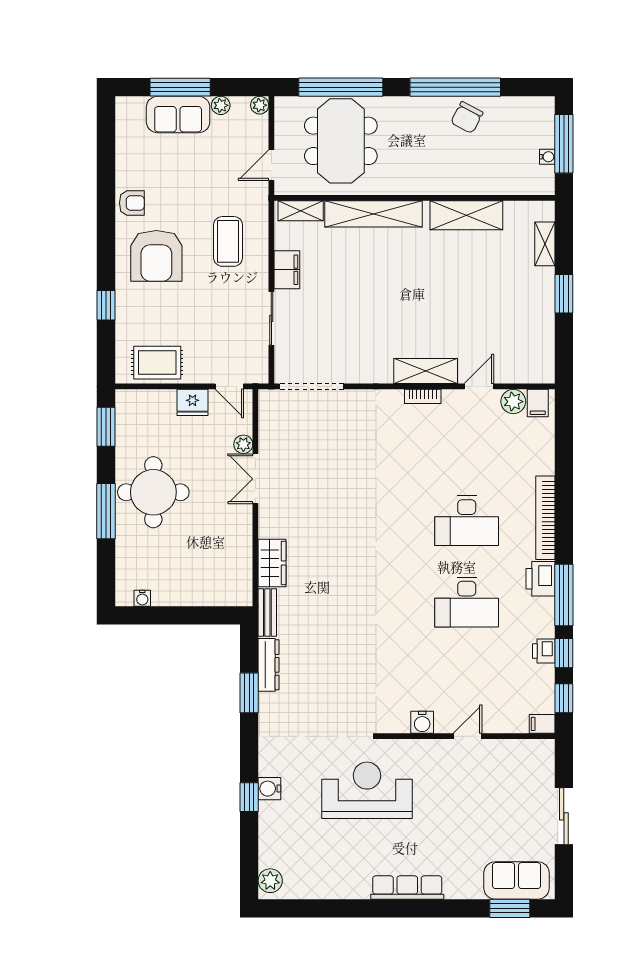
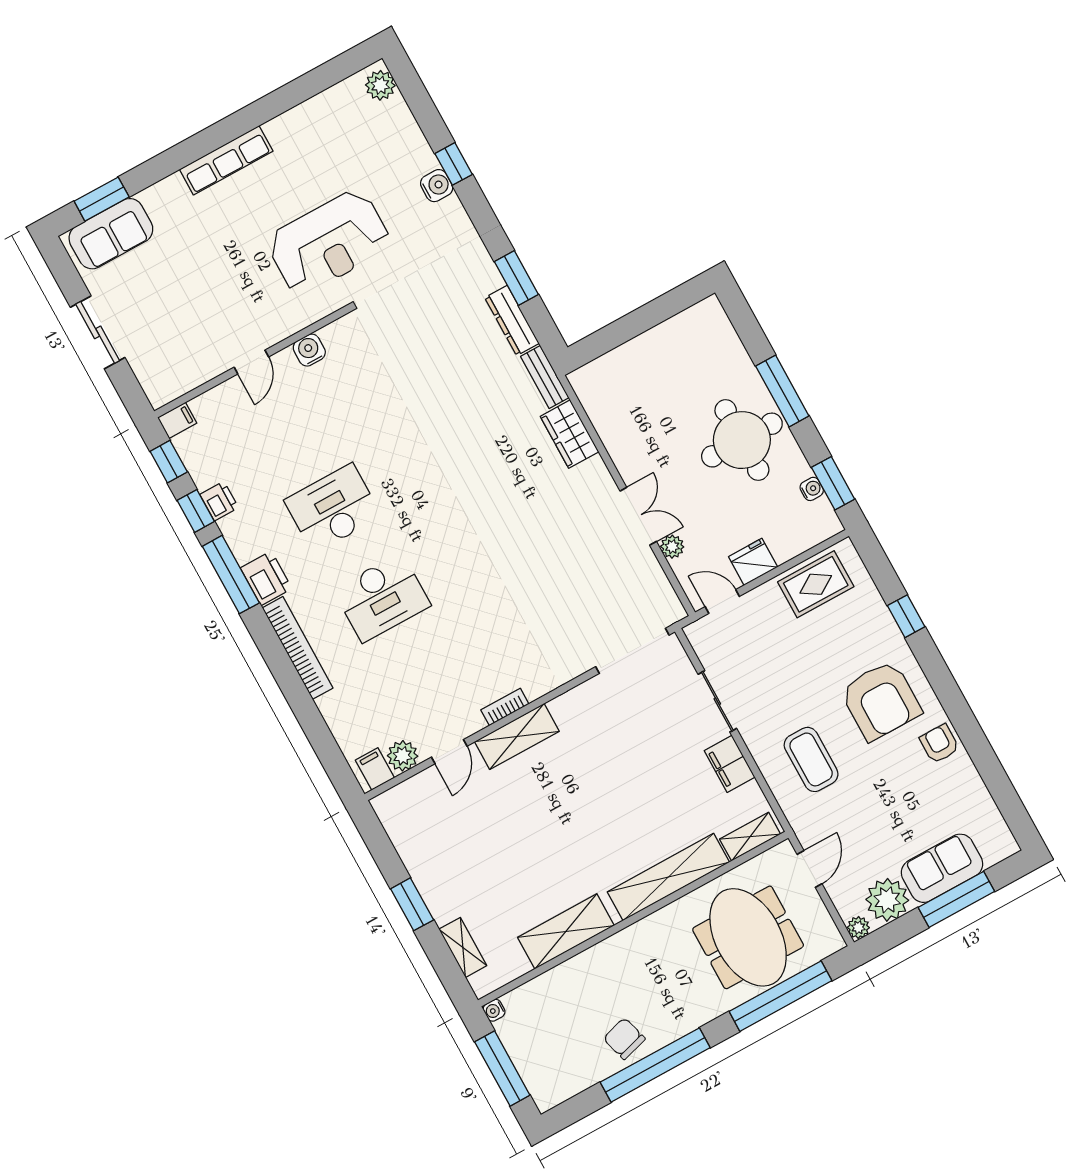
plant: (221, 105) -> (887, 900), width x1.87, depth x1.87
chair: (467, 118) -> (624, 1039), turned -44
water cooler: (547, 157) -> (494, 1010), moved
armchair: (132, 203) -> (939, 744), turned 90
armchair: (156, 256) -> (881, 700), turned 180
desk: (467, 521) -> (382, 598), turned 180
water cooler: (142, 598) -> (812, 489), moved, turned 90

